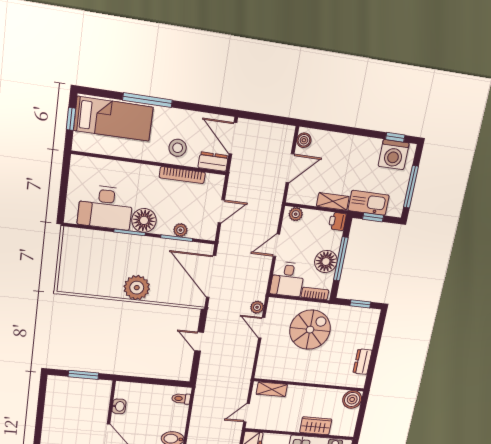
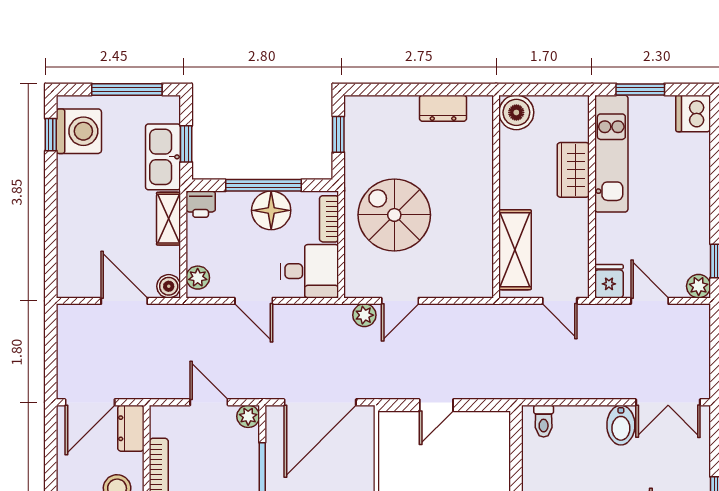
boiler: (304, 140) -> (169, 286), moved
plant: (180, 230) -> (248, 416), moved
shelving: (272, 389) -> (515, 250), width x1.50, depth x1.33

